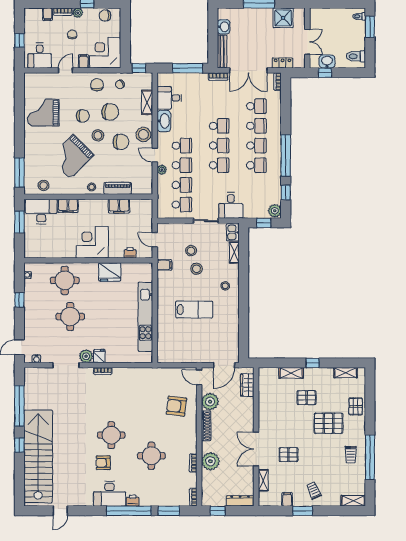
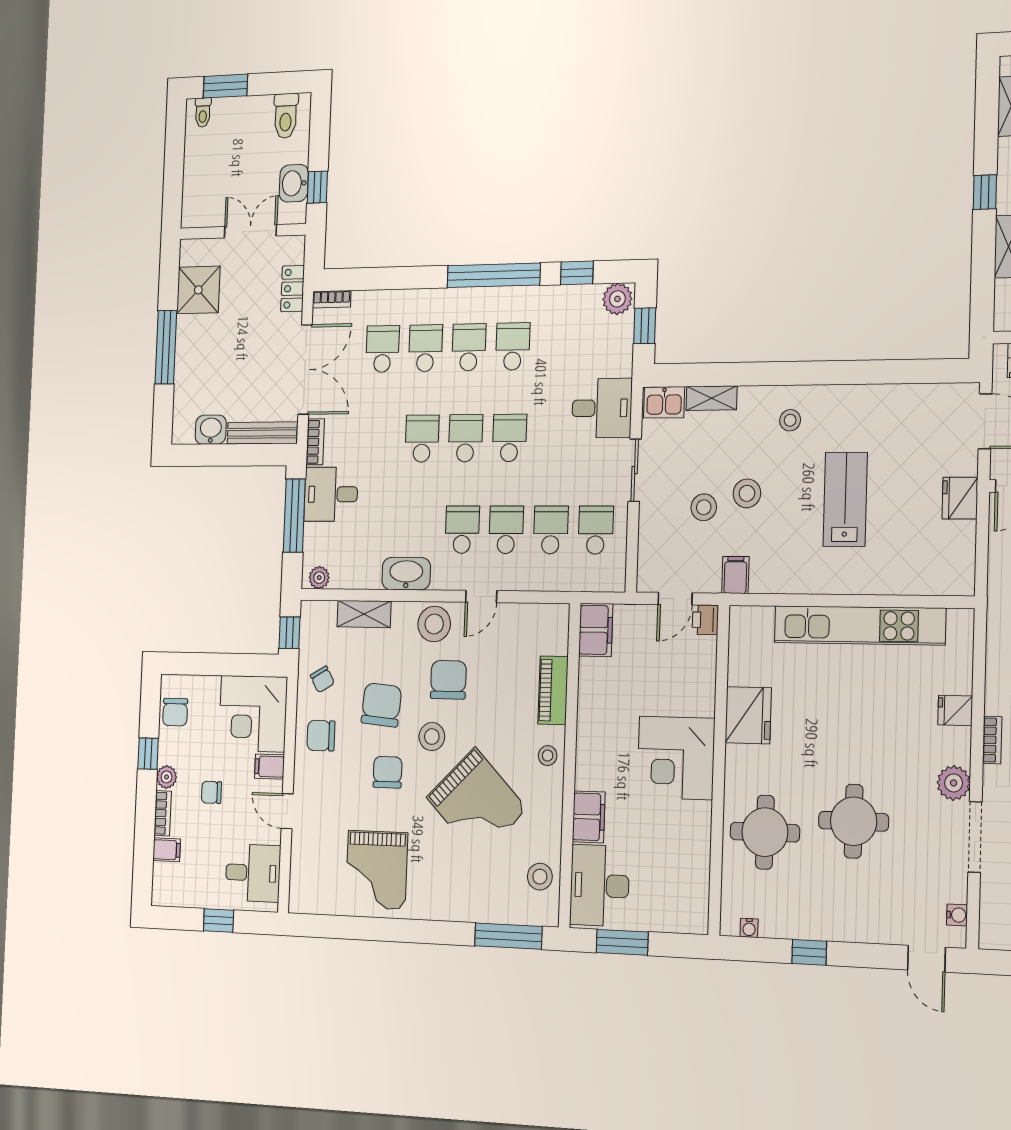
desk: (169, 98) -> (331, 494), moved, turned 90
plant: (162, 170) -> (319, 578), moved
filing cabinet: (119, 206) -> (596, 630), moved
printer: (130, 253) -> (705, 620), moved
fridge: (99, 356) -> (955, 710), moved
fridge: (195, 356) -> (960, 498), added

